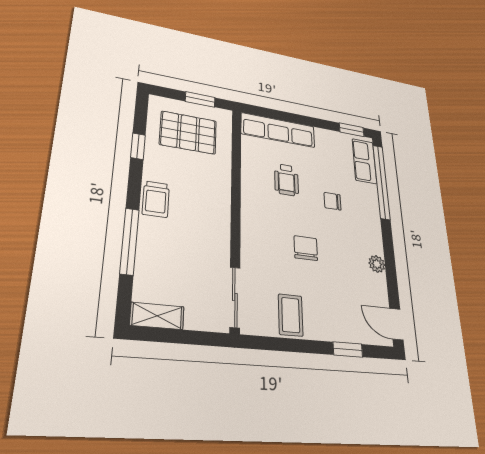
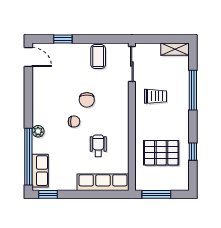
window: (200, 99) -> (156, 194), width x1.50
pallet: (188, 133) -> (161, 153), moved
trolley: (156, 199) -> (156, 96), moved, turned 90
chair: (333, 201) -> (74, 122), moved
plant: (377, 264) -> (38, 131), moved

